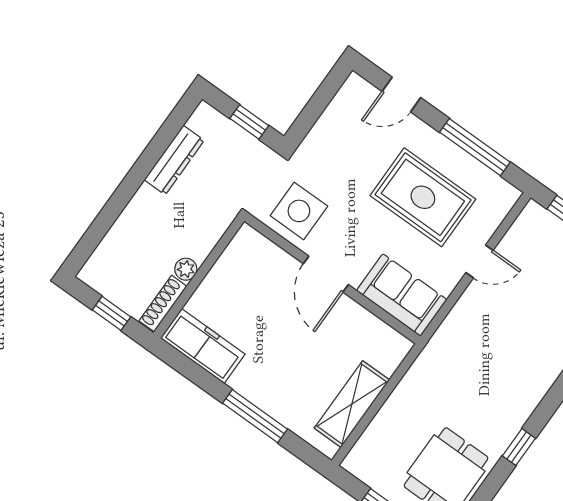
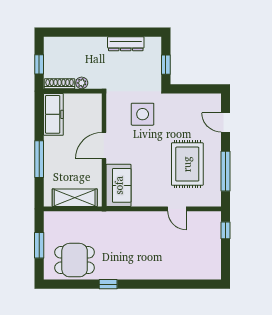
door: (326, 274) -> (104, 146), moved
wall: (332, 279) -> (104, 150), moved
sofa: (402, 295) -> (119, 185), moved

